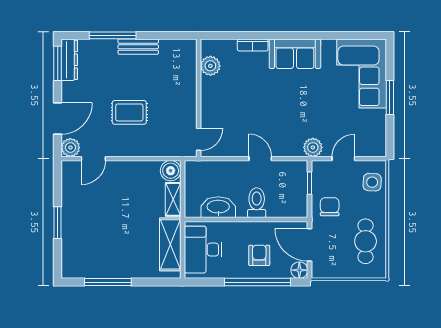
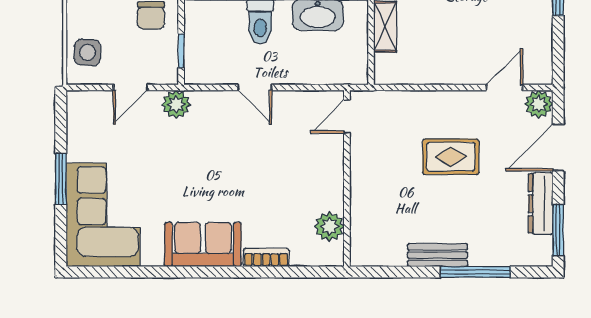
dresser: (69, 60) -> (541, 204), moved
boiler: (171, 171) -> (389, 70), removed

